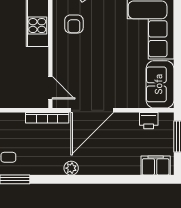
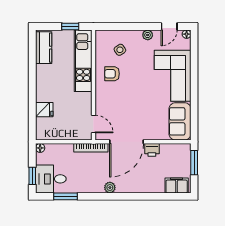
armchair: (74, 24) -> (112, 74), turned 90
printer: (149, 121) -> (152, 150), moved

